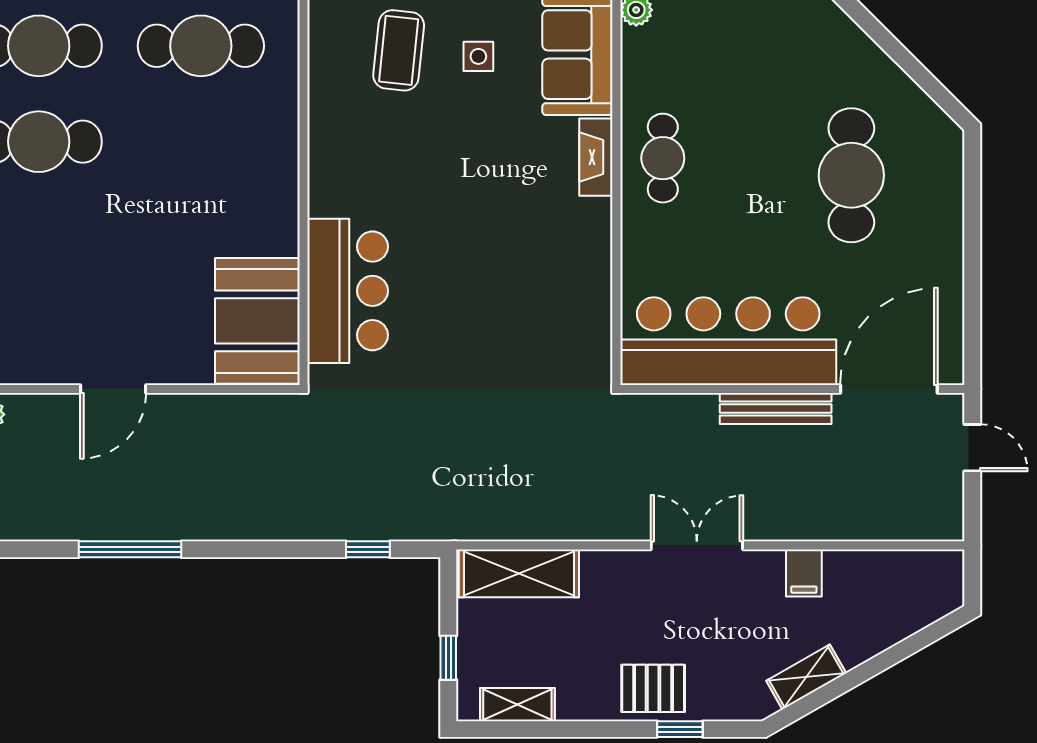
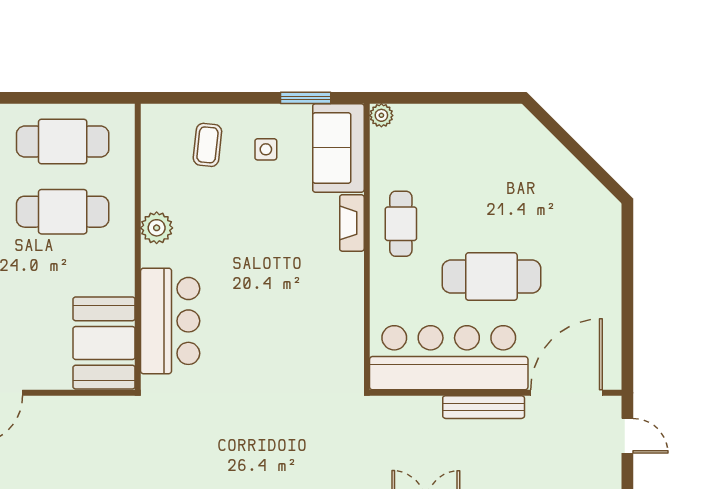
coffee table: (399, 50) -> (207, 145), width x0.73, depth x0.77
cafe table: (201, 142) -> (63, 212), added
plant: (329, 164) -> (157, 228), added
cafe table: (851, 175) -> (491, 277), moved, turned 90

